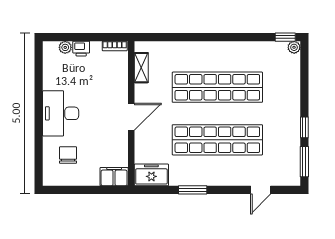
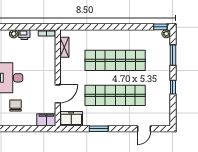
door: (131, 117) -> (58, 94), moved
window: (304, 162) -> (173, 55), moved

